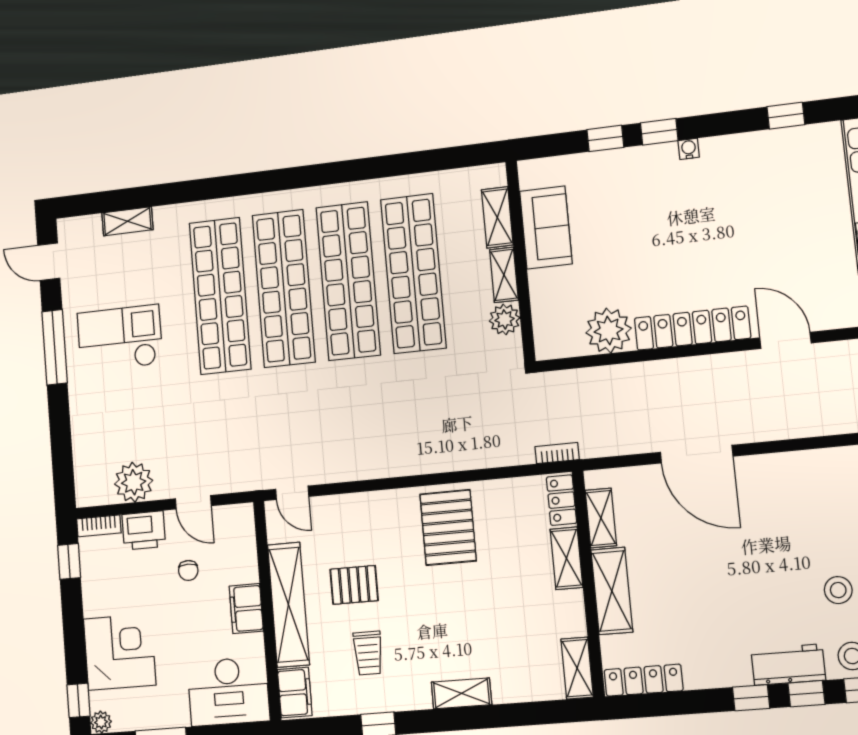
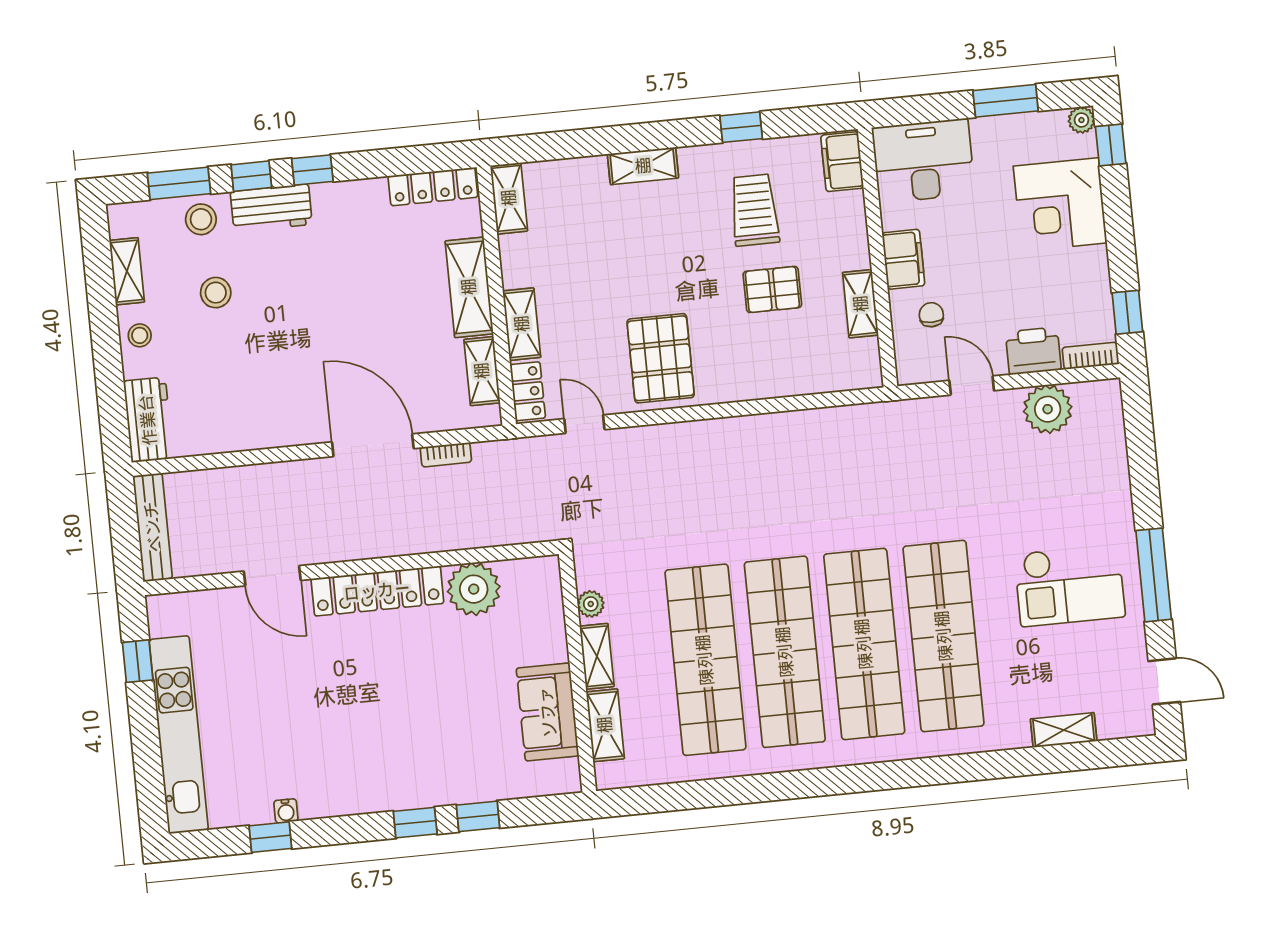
water cooler: (689, 149) -> (286, 811), moved
plant: (505, 319) -> (591, 604), width x0.73, depth x0.73
bookcase: (557, 453) -> (446, 455), moved
door: (292, 493) -> (584, 424), moved
chair: (188, 570) -> (931, 315), moved
shelving: (288, 605) -> (861, 304), width x0.45, depth x0.75
trolley: (368, 653) -> (754, 210), width x1.36, depth x1.39

